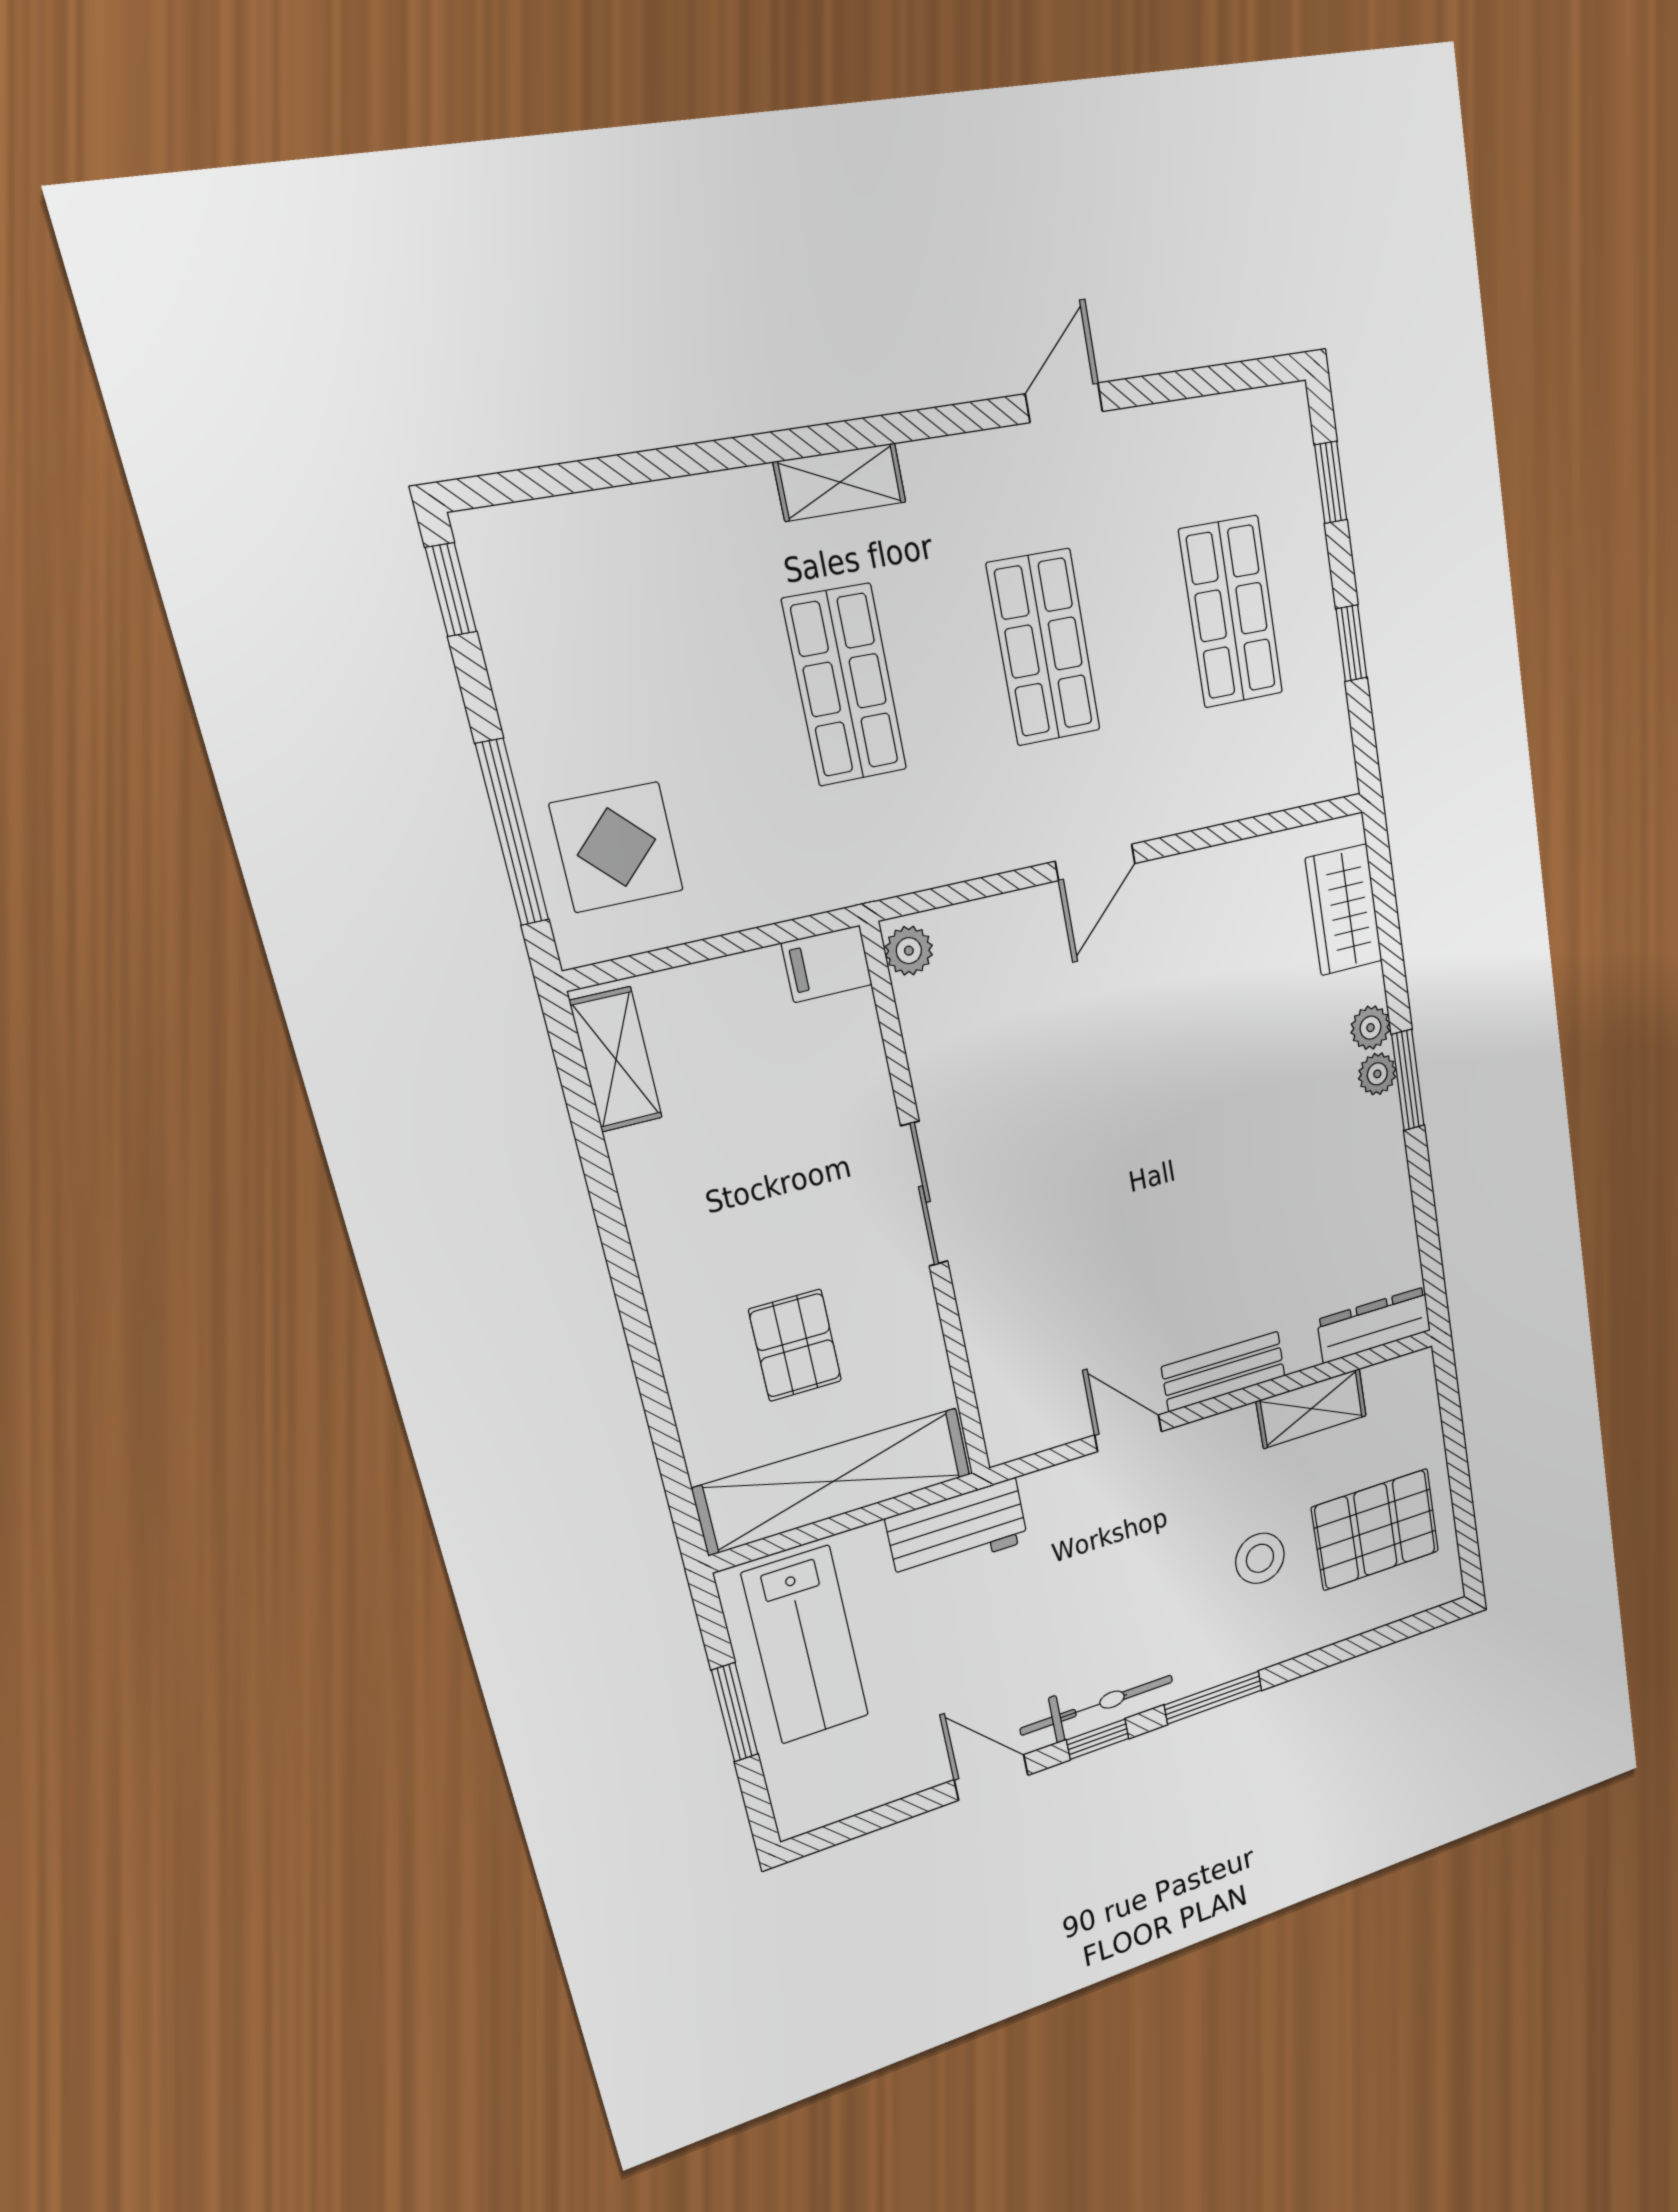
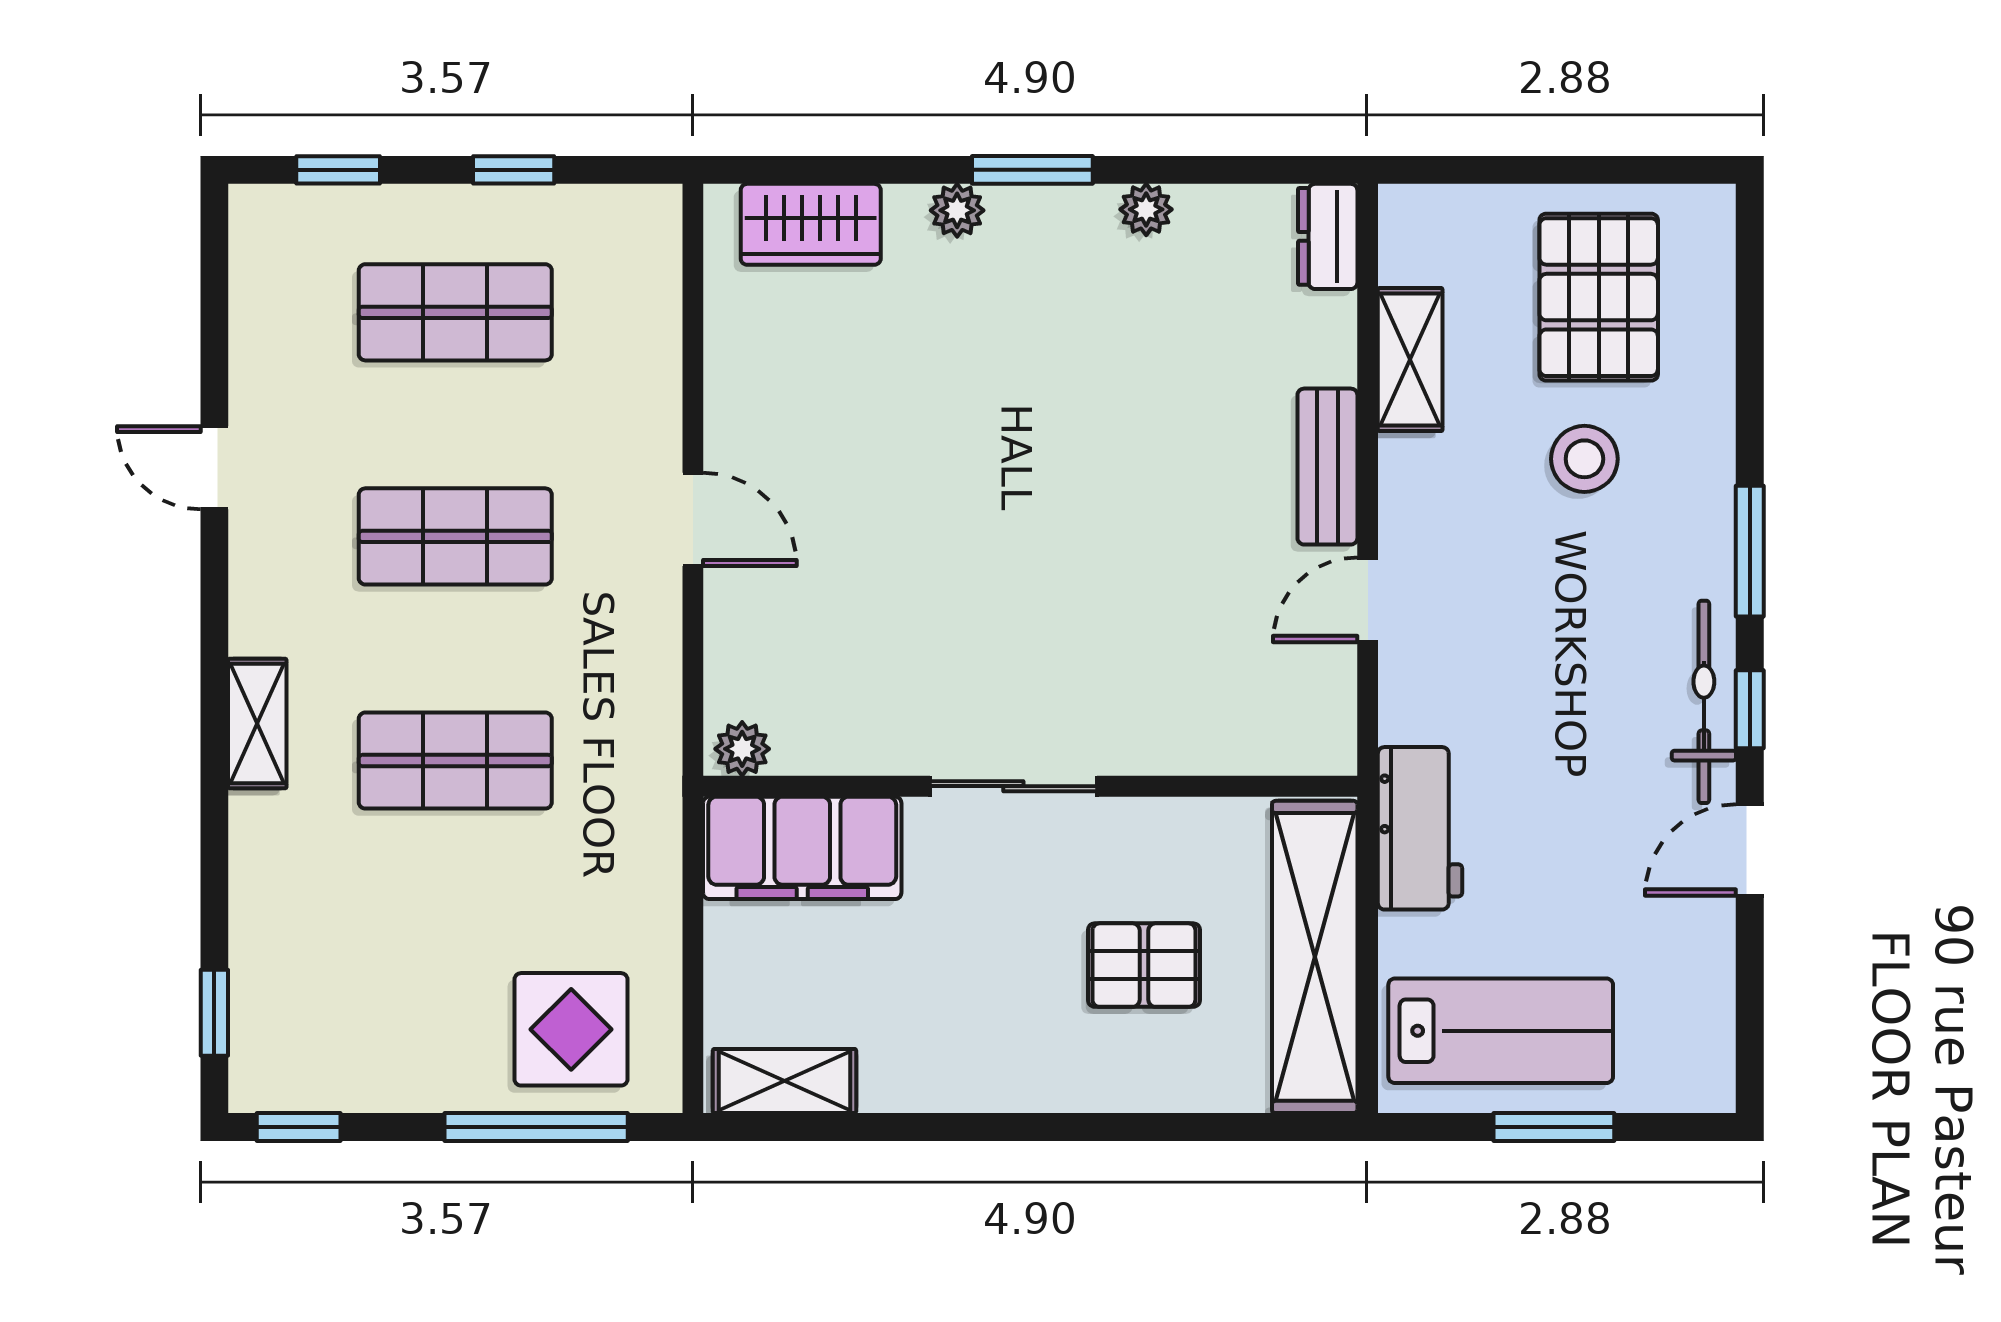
window: (547, 481) -> (214, 1013), added
filing cabinet: (827, 964) -> (802, 848), width x3.00, depth x1.17
plant: (1377, 1074) -> (1146, 209), moved
dresser: (1374, 1325) -> (1328, 236), width x0.70

